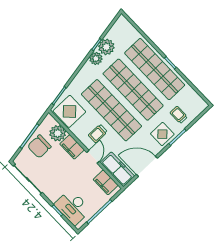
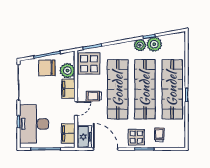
freezer: (117, 169) -> (84, 137), width x0.71
desk: (73, 207) -> (34, 124), width x1.36, depth x1.30

